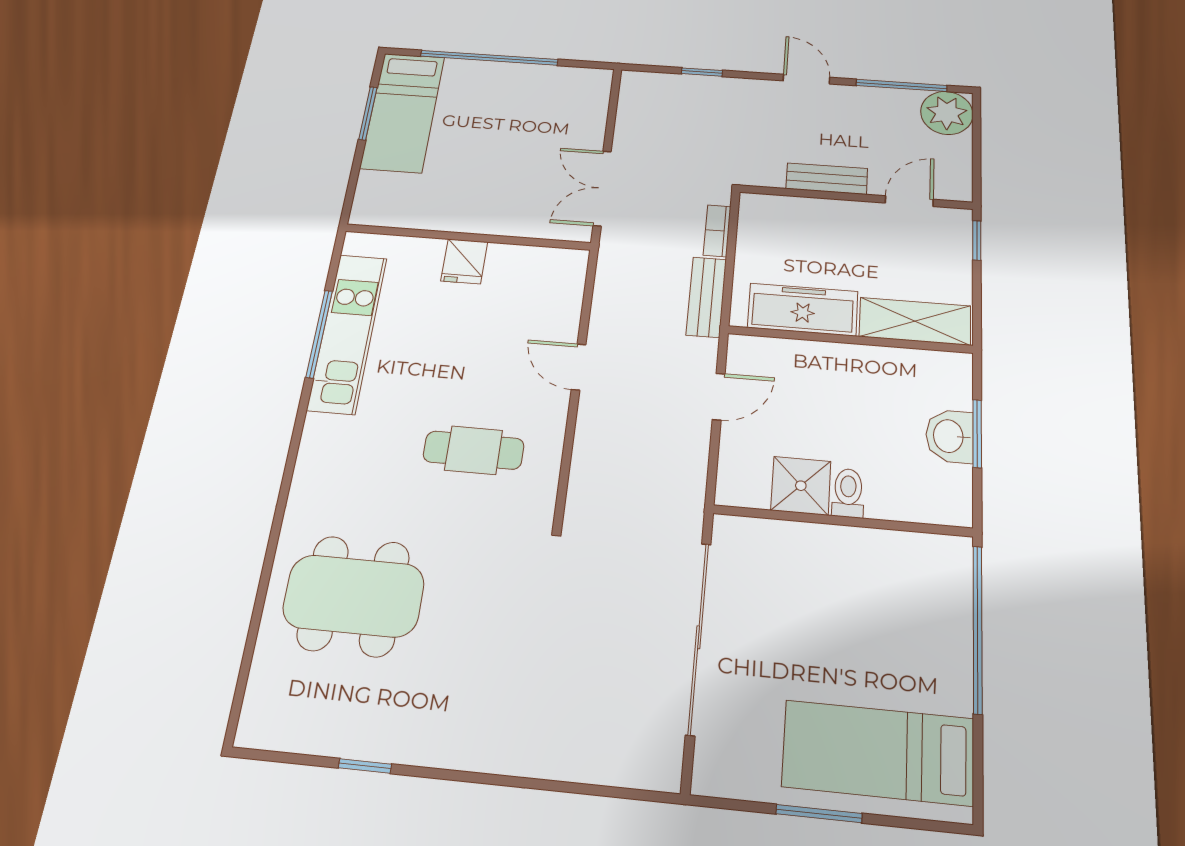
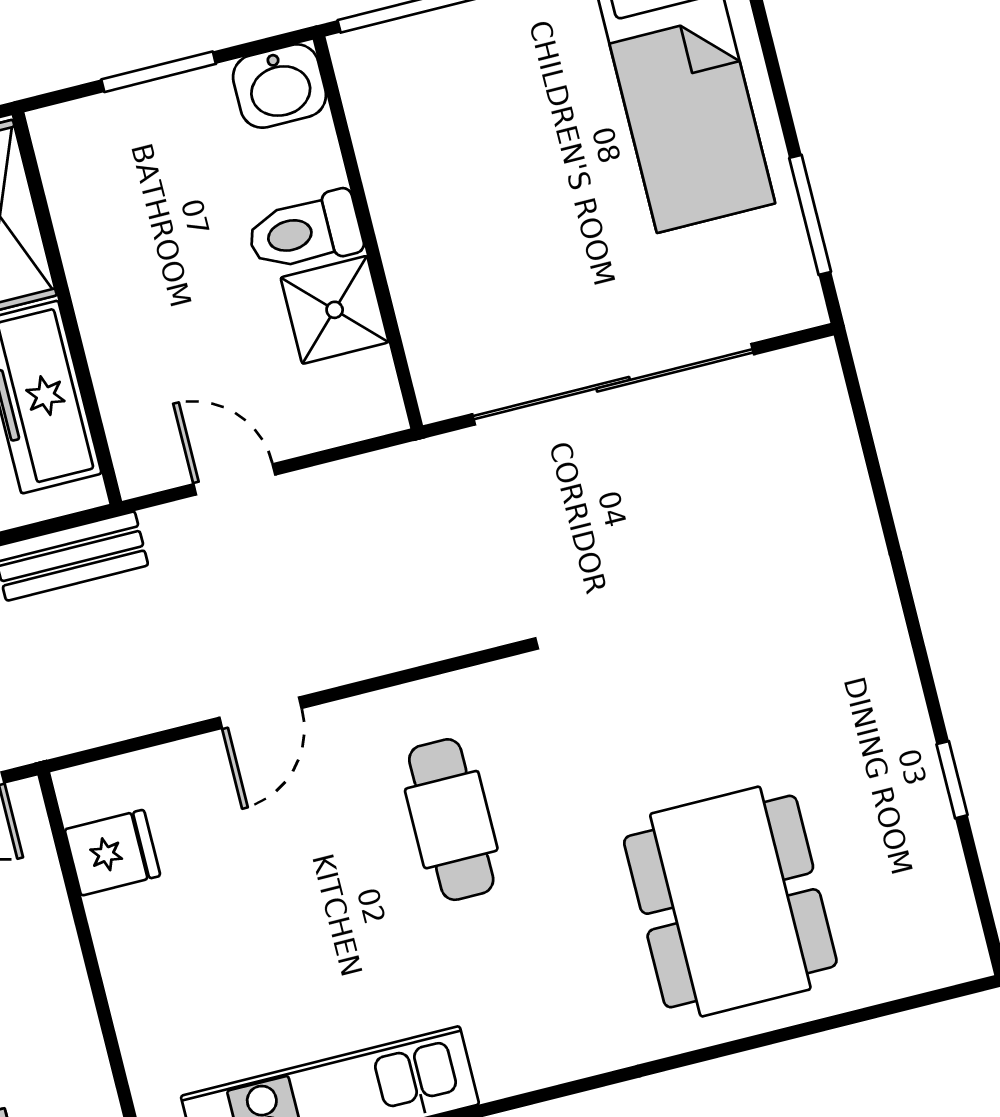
fridge: (464, 261) -> (112, 853), moved
washbasin: (950, 436) -> (279, 86), moved
toilet: (848, 493) -> (305, 232), width x1.37, depth x1.39
window: (819, 814) -> (810, 215), moved

